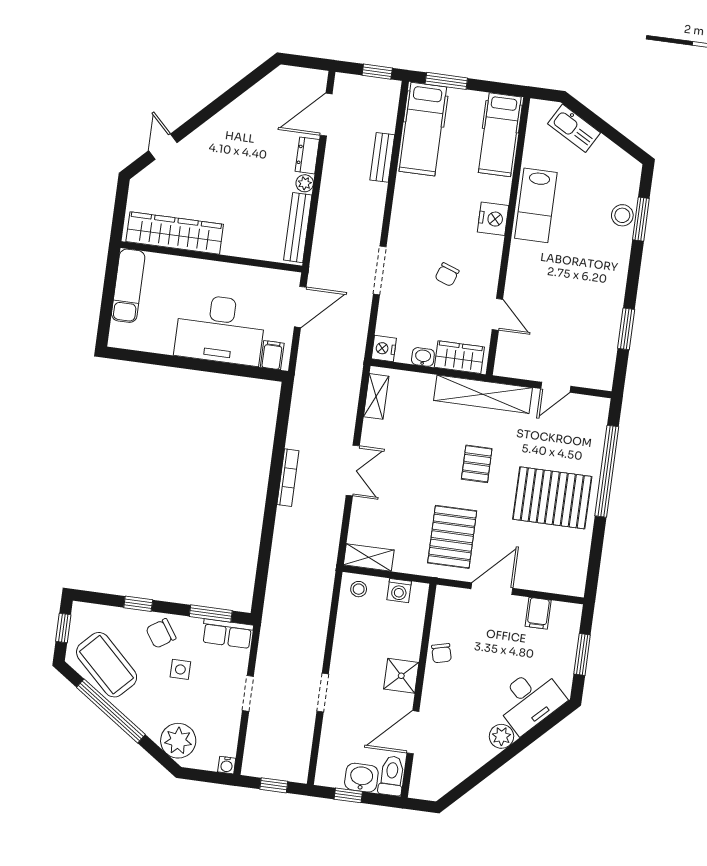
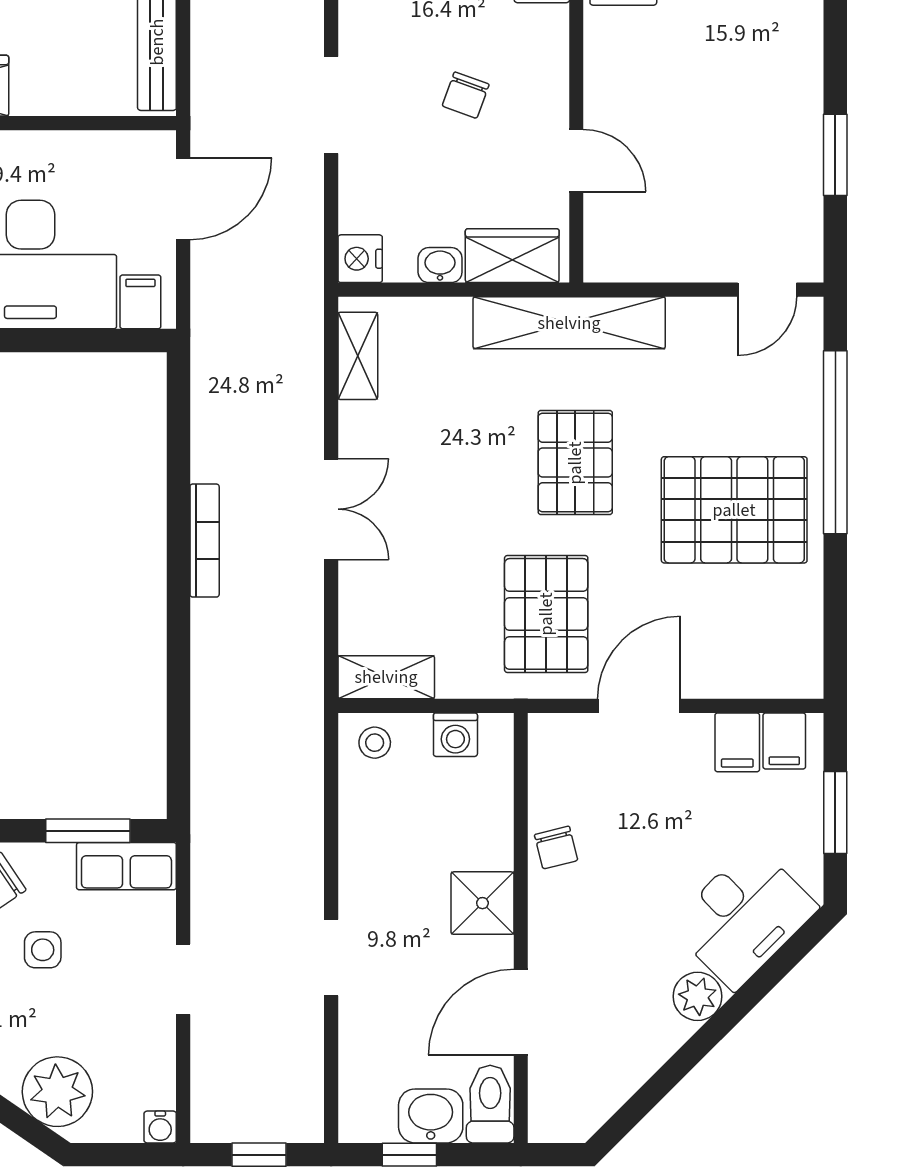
door: (556, 387) -> (767, 290), moved
pallet: (477, 464) -> (575, 463), width x1.50, depth x1.42
filing cabinet: (562, 616) -> (784, 741), added

